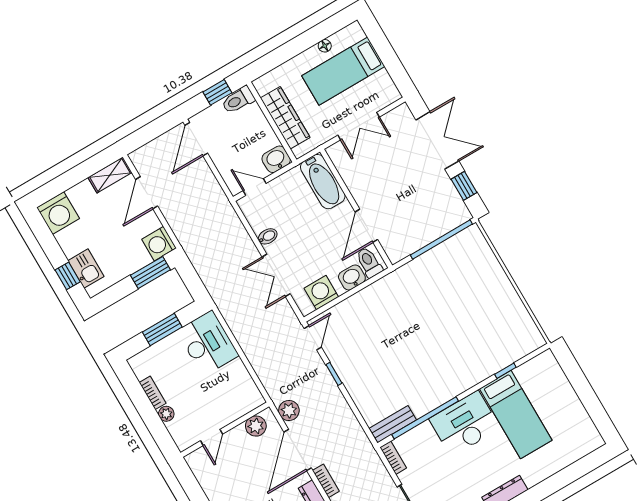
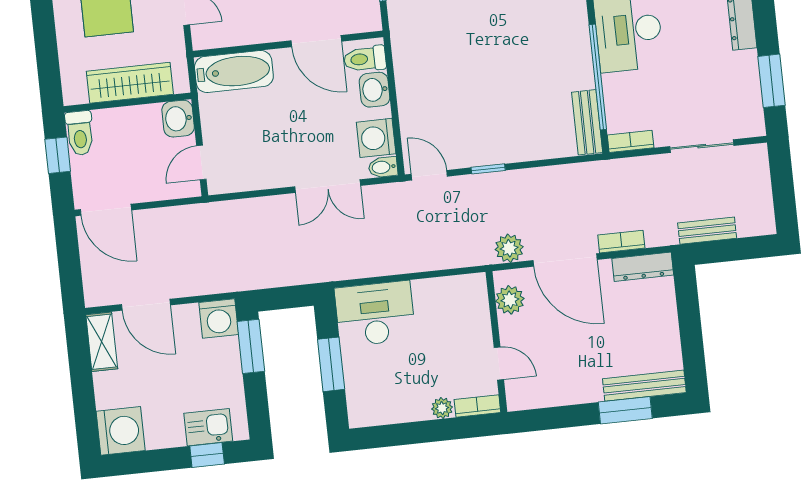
bidet: (268, 236) -> (383, 167), moved, turned -90
bookcase: (153, 393) -> (477, 406), moved

